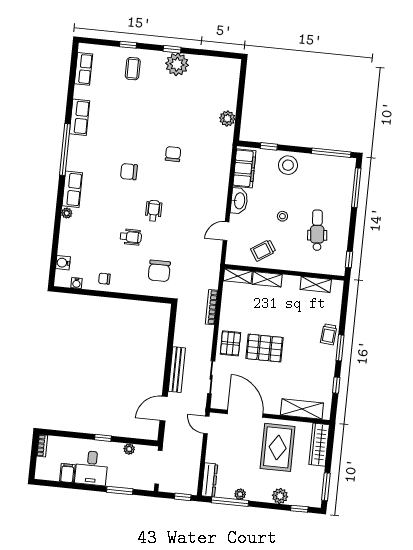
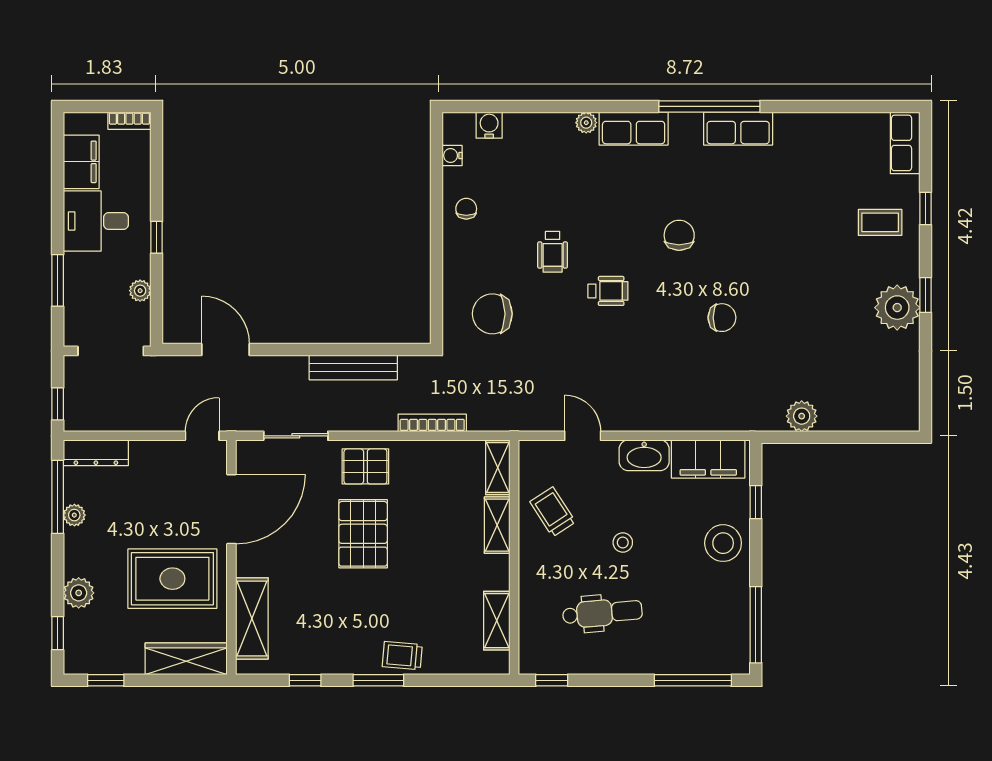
row of seats: (84, 69) -> (905, 143), moved, turned 90
row of seats: (80, 117) -> (738, 129), moved
bench: (177, 370) -> (353, 368), moved
filing cabinet: (67, 473) -> (81, 162), width x2.00
window: (326, 487) -> (106, 680), width x0.67

